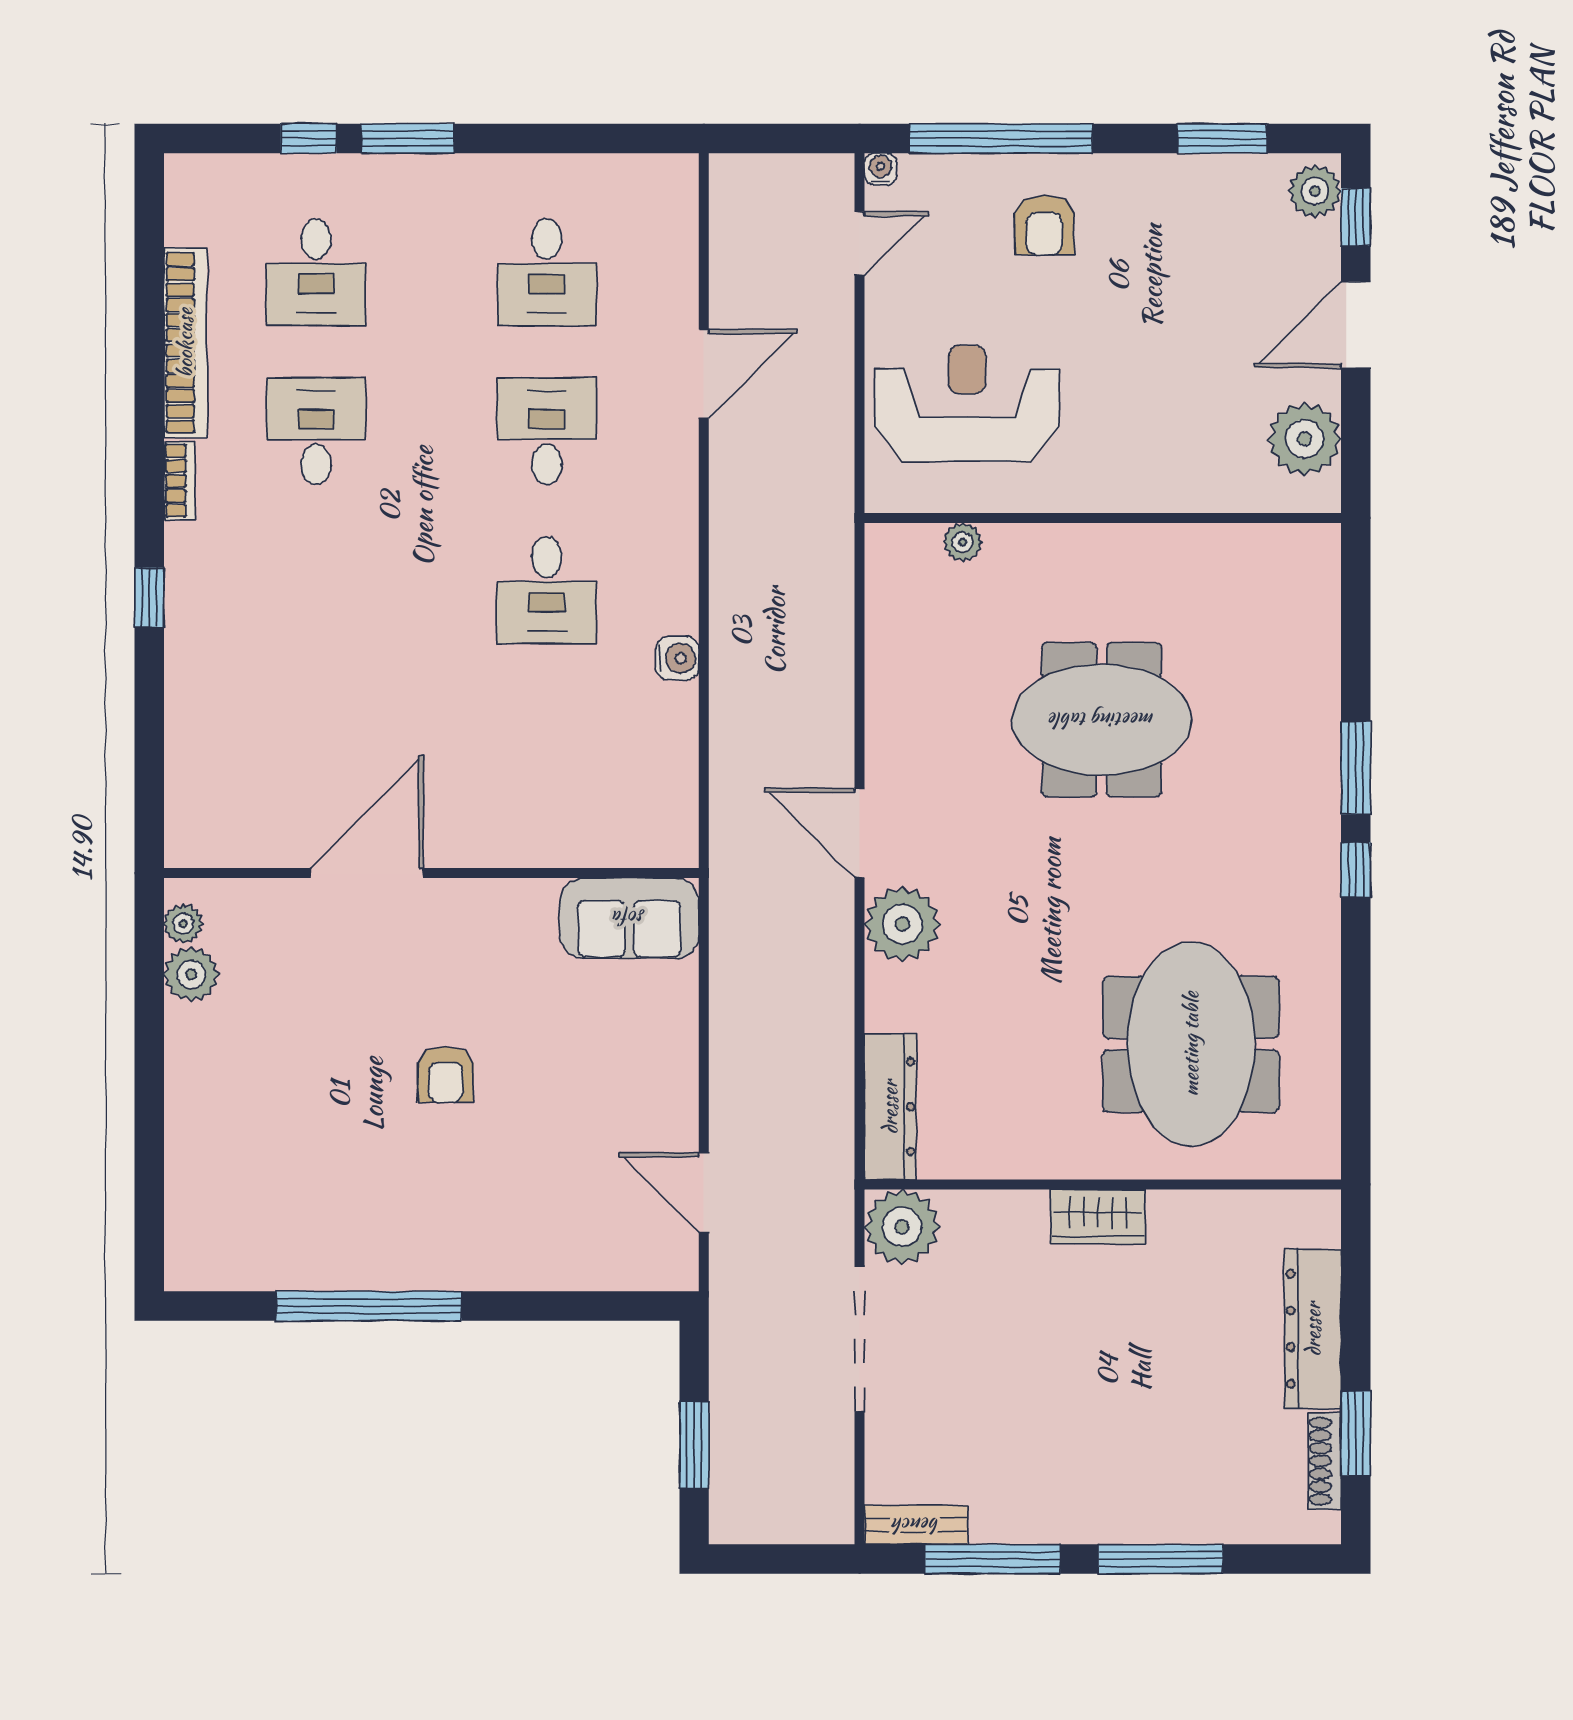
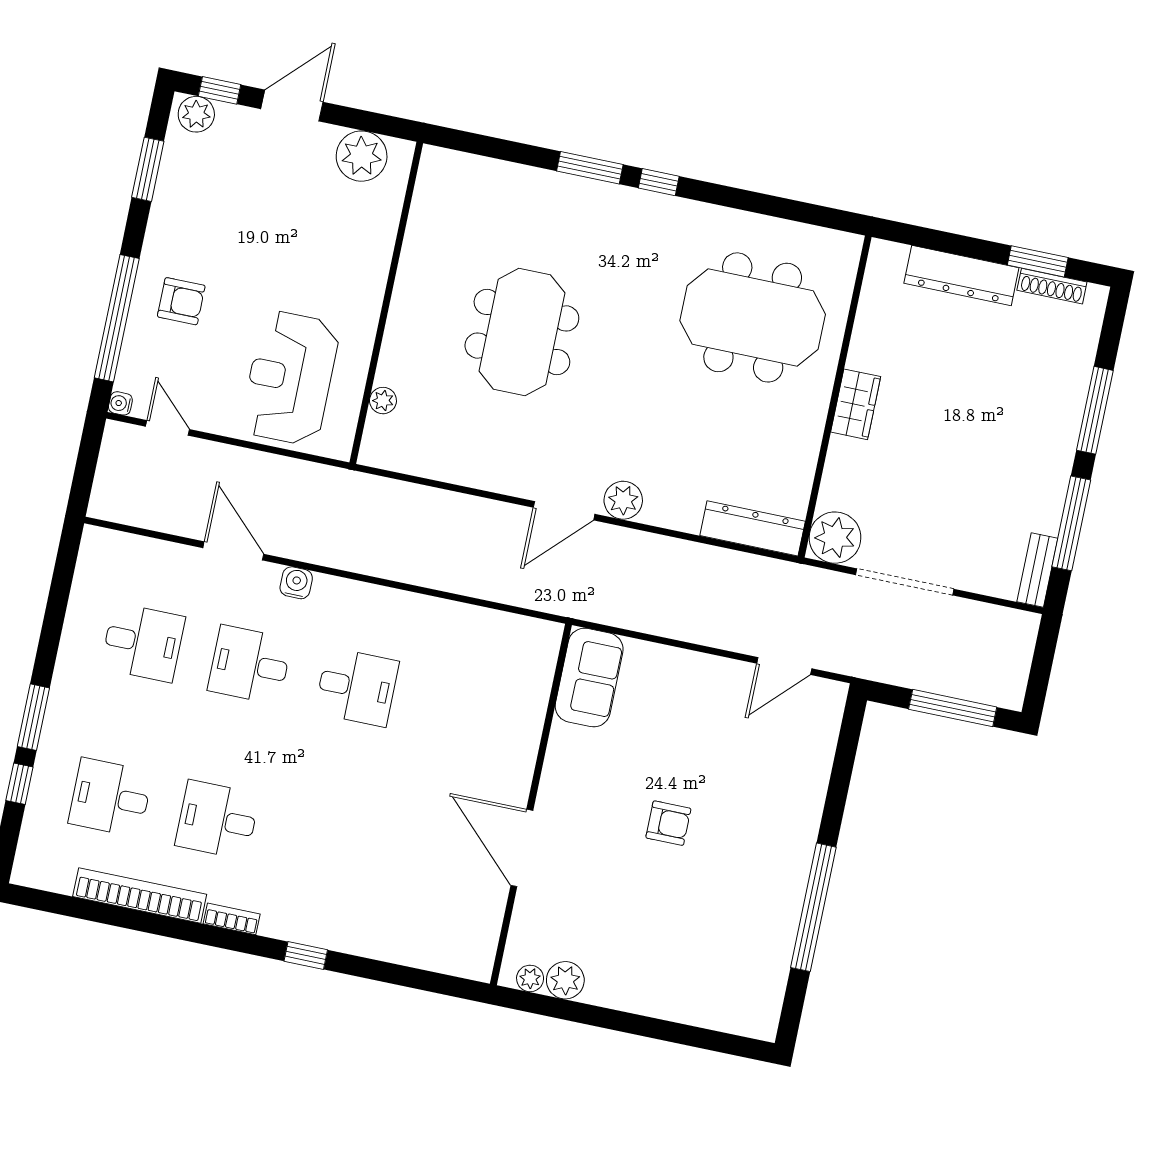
desk: (316, 272) -> (110, 798), turned 180
door: (1356, 325) -> (292, 105), swing flipped
water cooler: (677, 658) -> (296, 583), moved
plant: (902, 924) -> (623, 500), width x0.73, depth x0.73
window: (694, 1445) -> (953, 708), width x1.44

